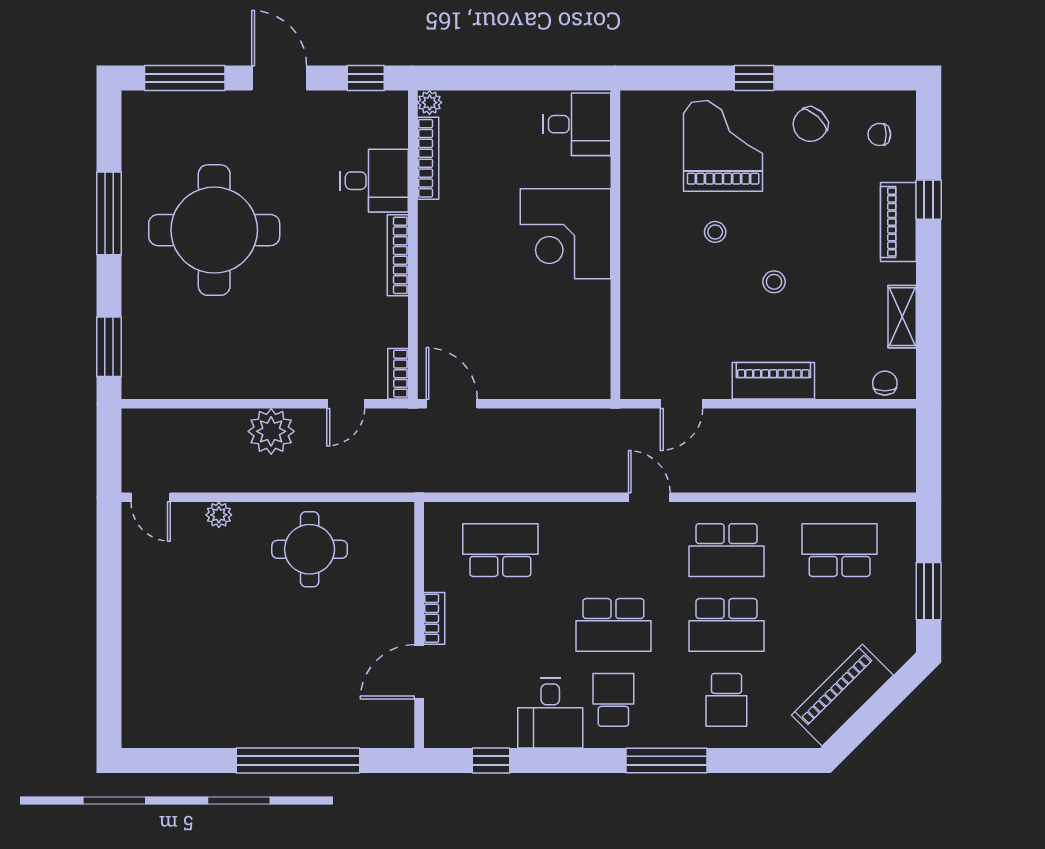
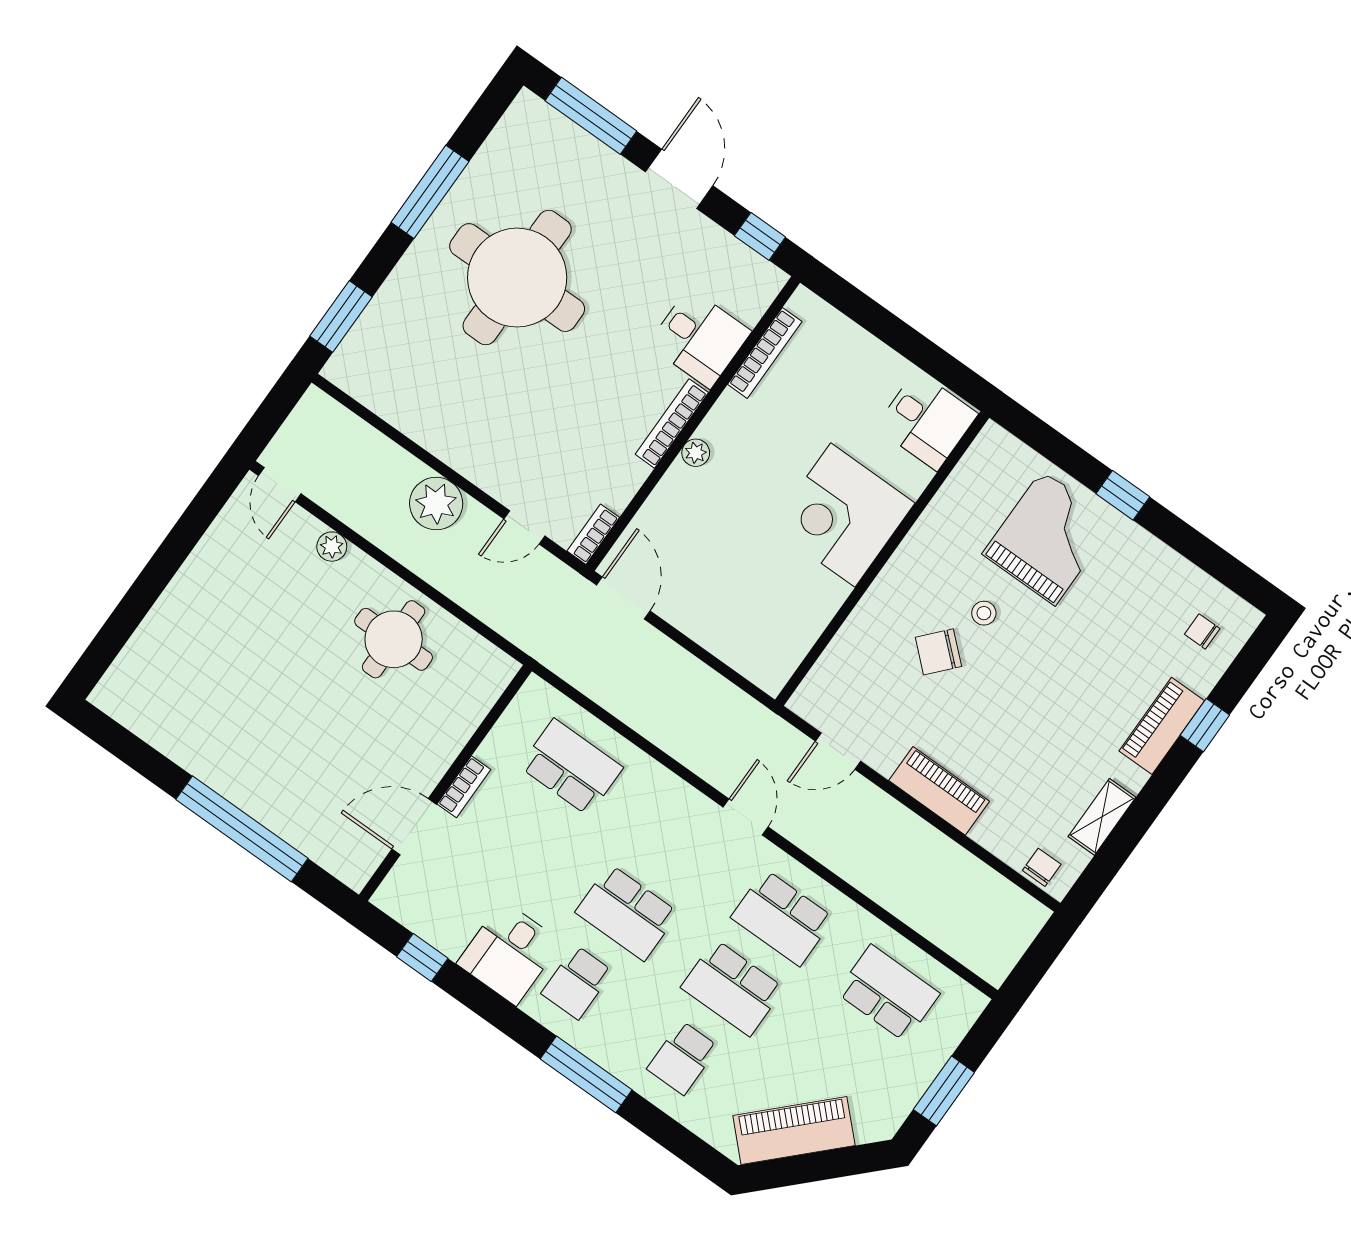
plant: (430, 102) -> (696, 453), moved
chair: (810, 124) -> (938, 652), moved
stool: (774, 282) -> (1006, 699), removed
school desk: (613, 700) -> (577, 982), turned 180

